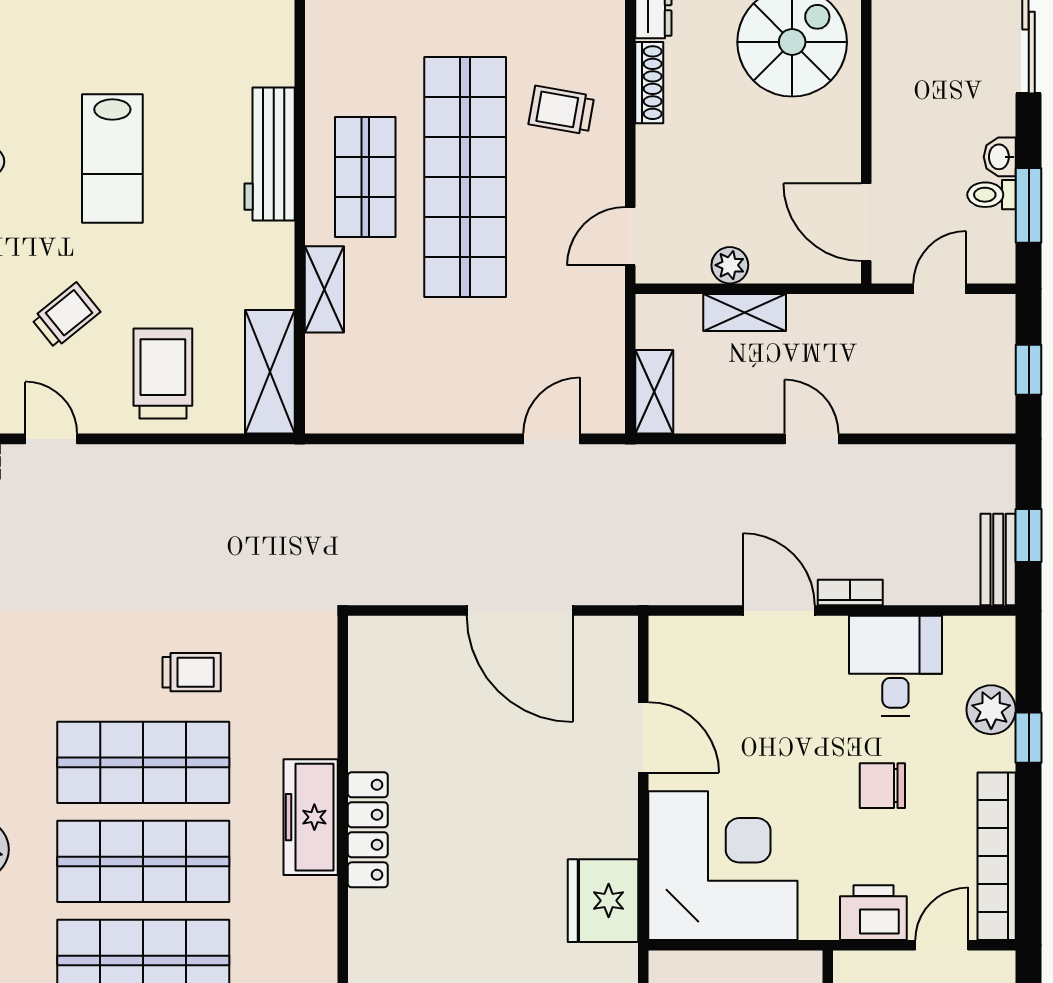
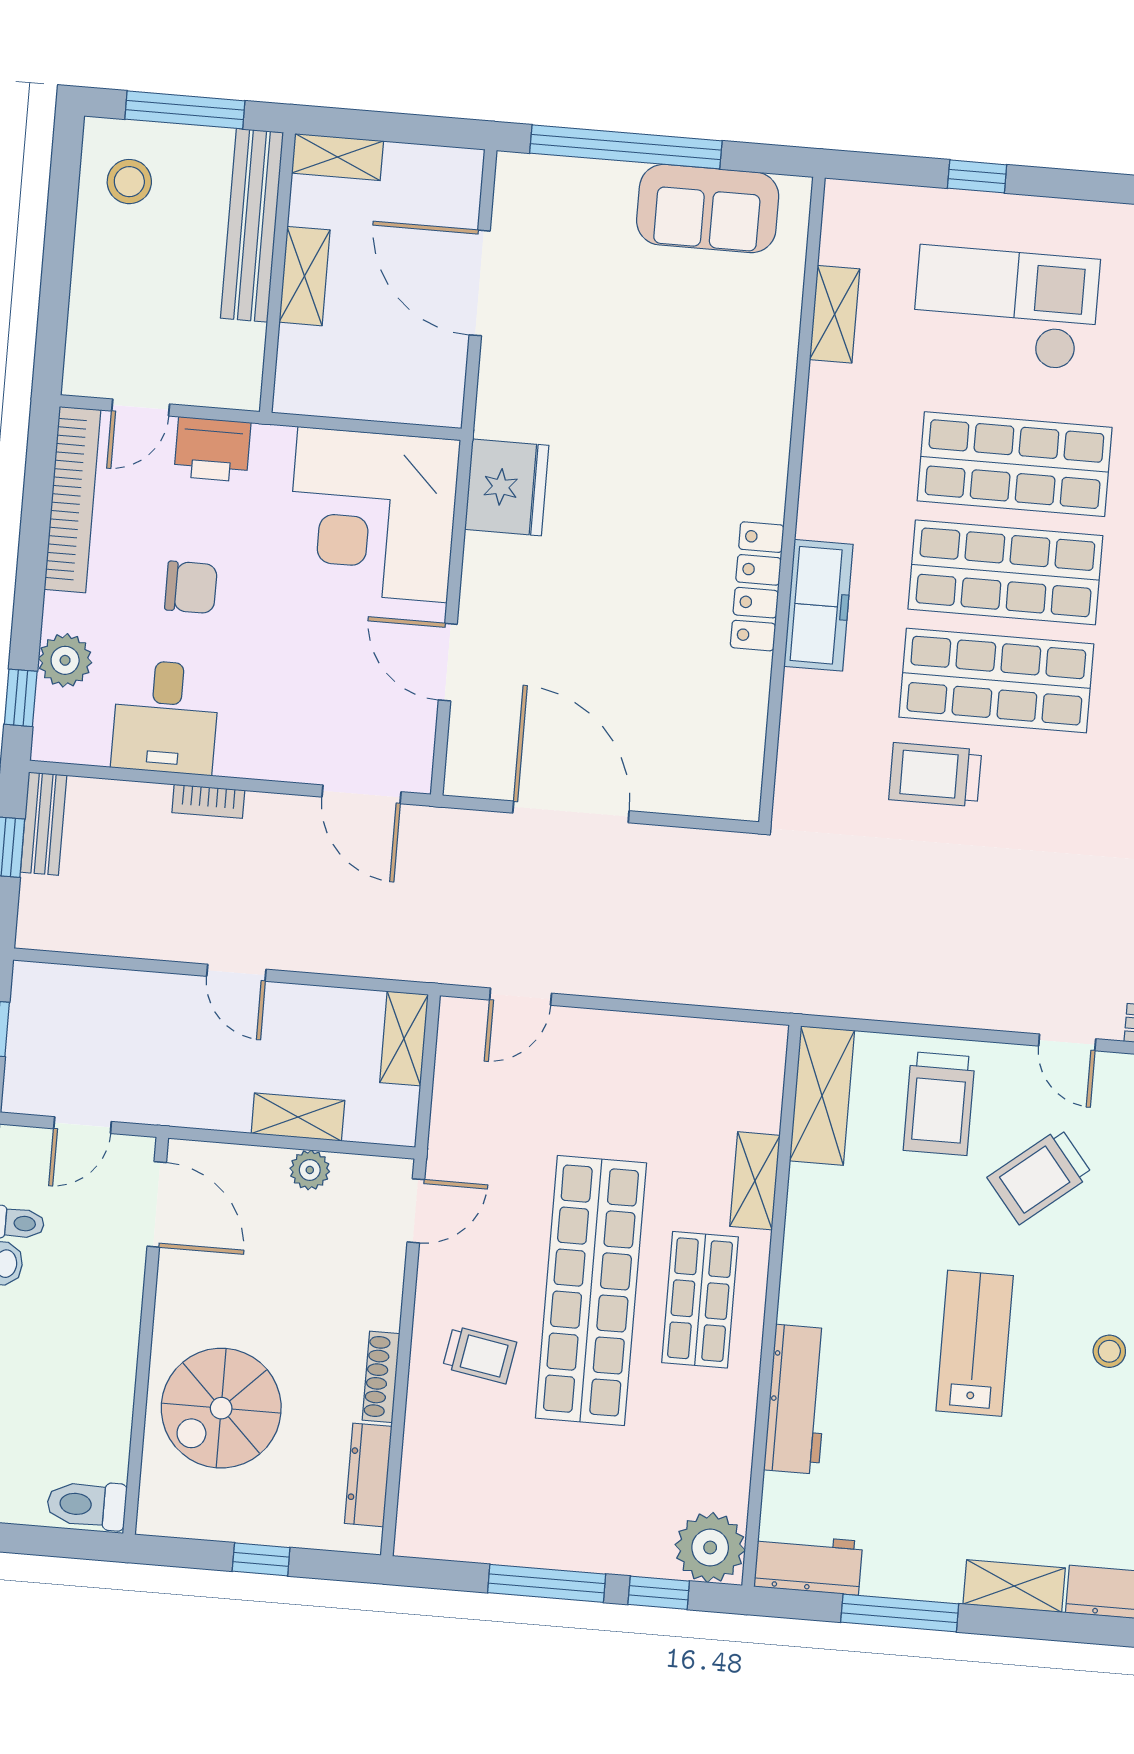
workbench: (270, 154) -> (797, 1399), moved
trolley: (66, 315) -> (1040, 1176), width x1.36, depth x1.39
door: (779, 611) -> (362, 794), moved
trolley: (192, 672) -> (935, 775), width x1.36, depth x1.39
window: (1029, 738) -> (21, 698), moved

